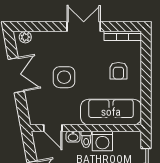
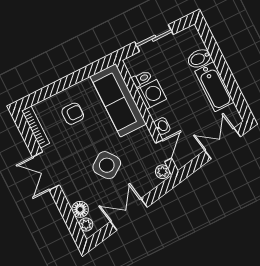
floor lamp: (40, 38) -> (80, 209), added
side table: (64, 77) -> (107, 165), turned -36
plant: (37, 119) -> (162, 172), added
toilet: (86, 139) -> (142, 79), moved

